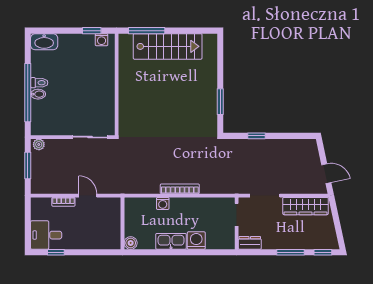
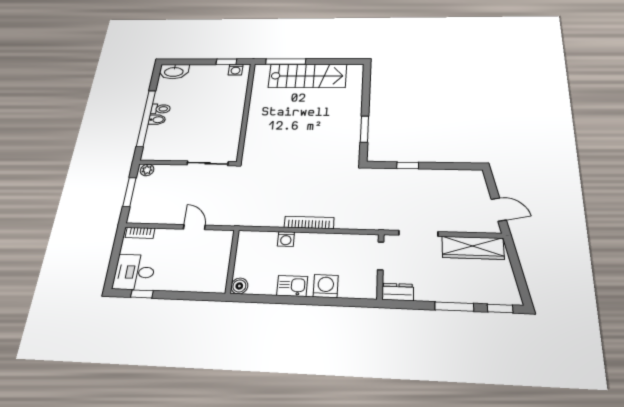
bookcase: (63, 202) -> (140, 233), moved
kitchen sink: (171, 241) -> (292, 286), width x0.73

